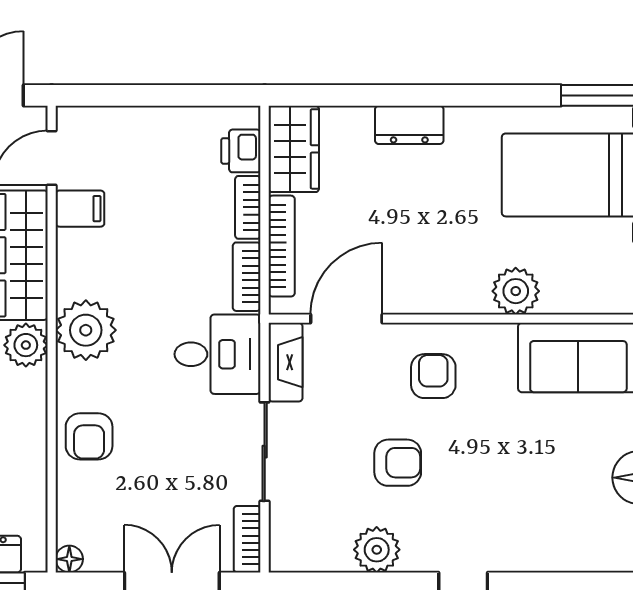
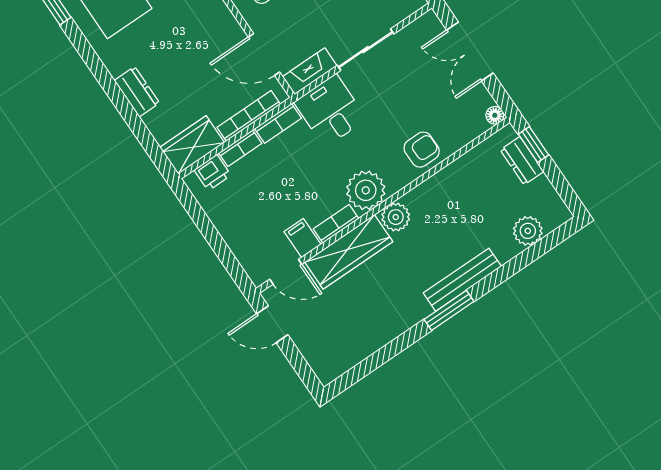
bookcase: (247, 539) -> (336, 224), moved, turned 180

